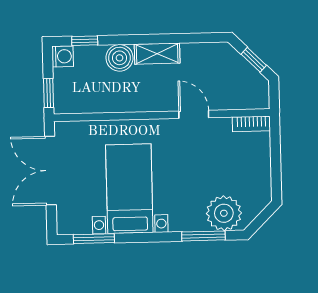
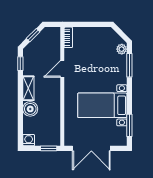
window: (85, 41) -> (20, 64), moved
plant: (224, 213) -> (122, 49), width x0.53, depth x0.53

